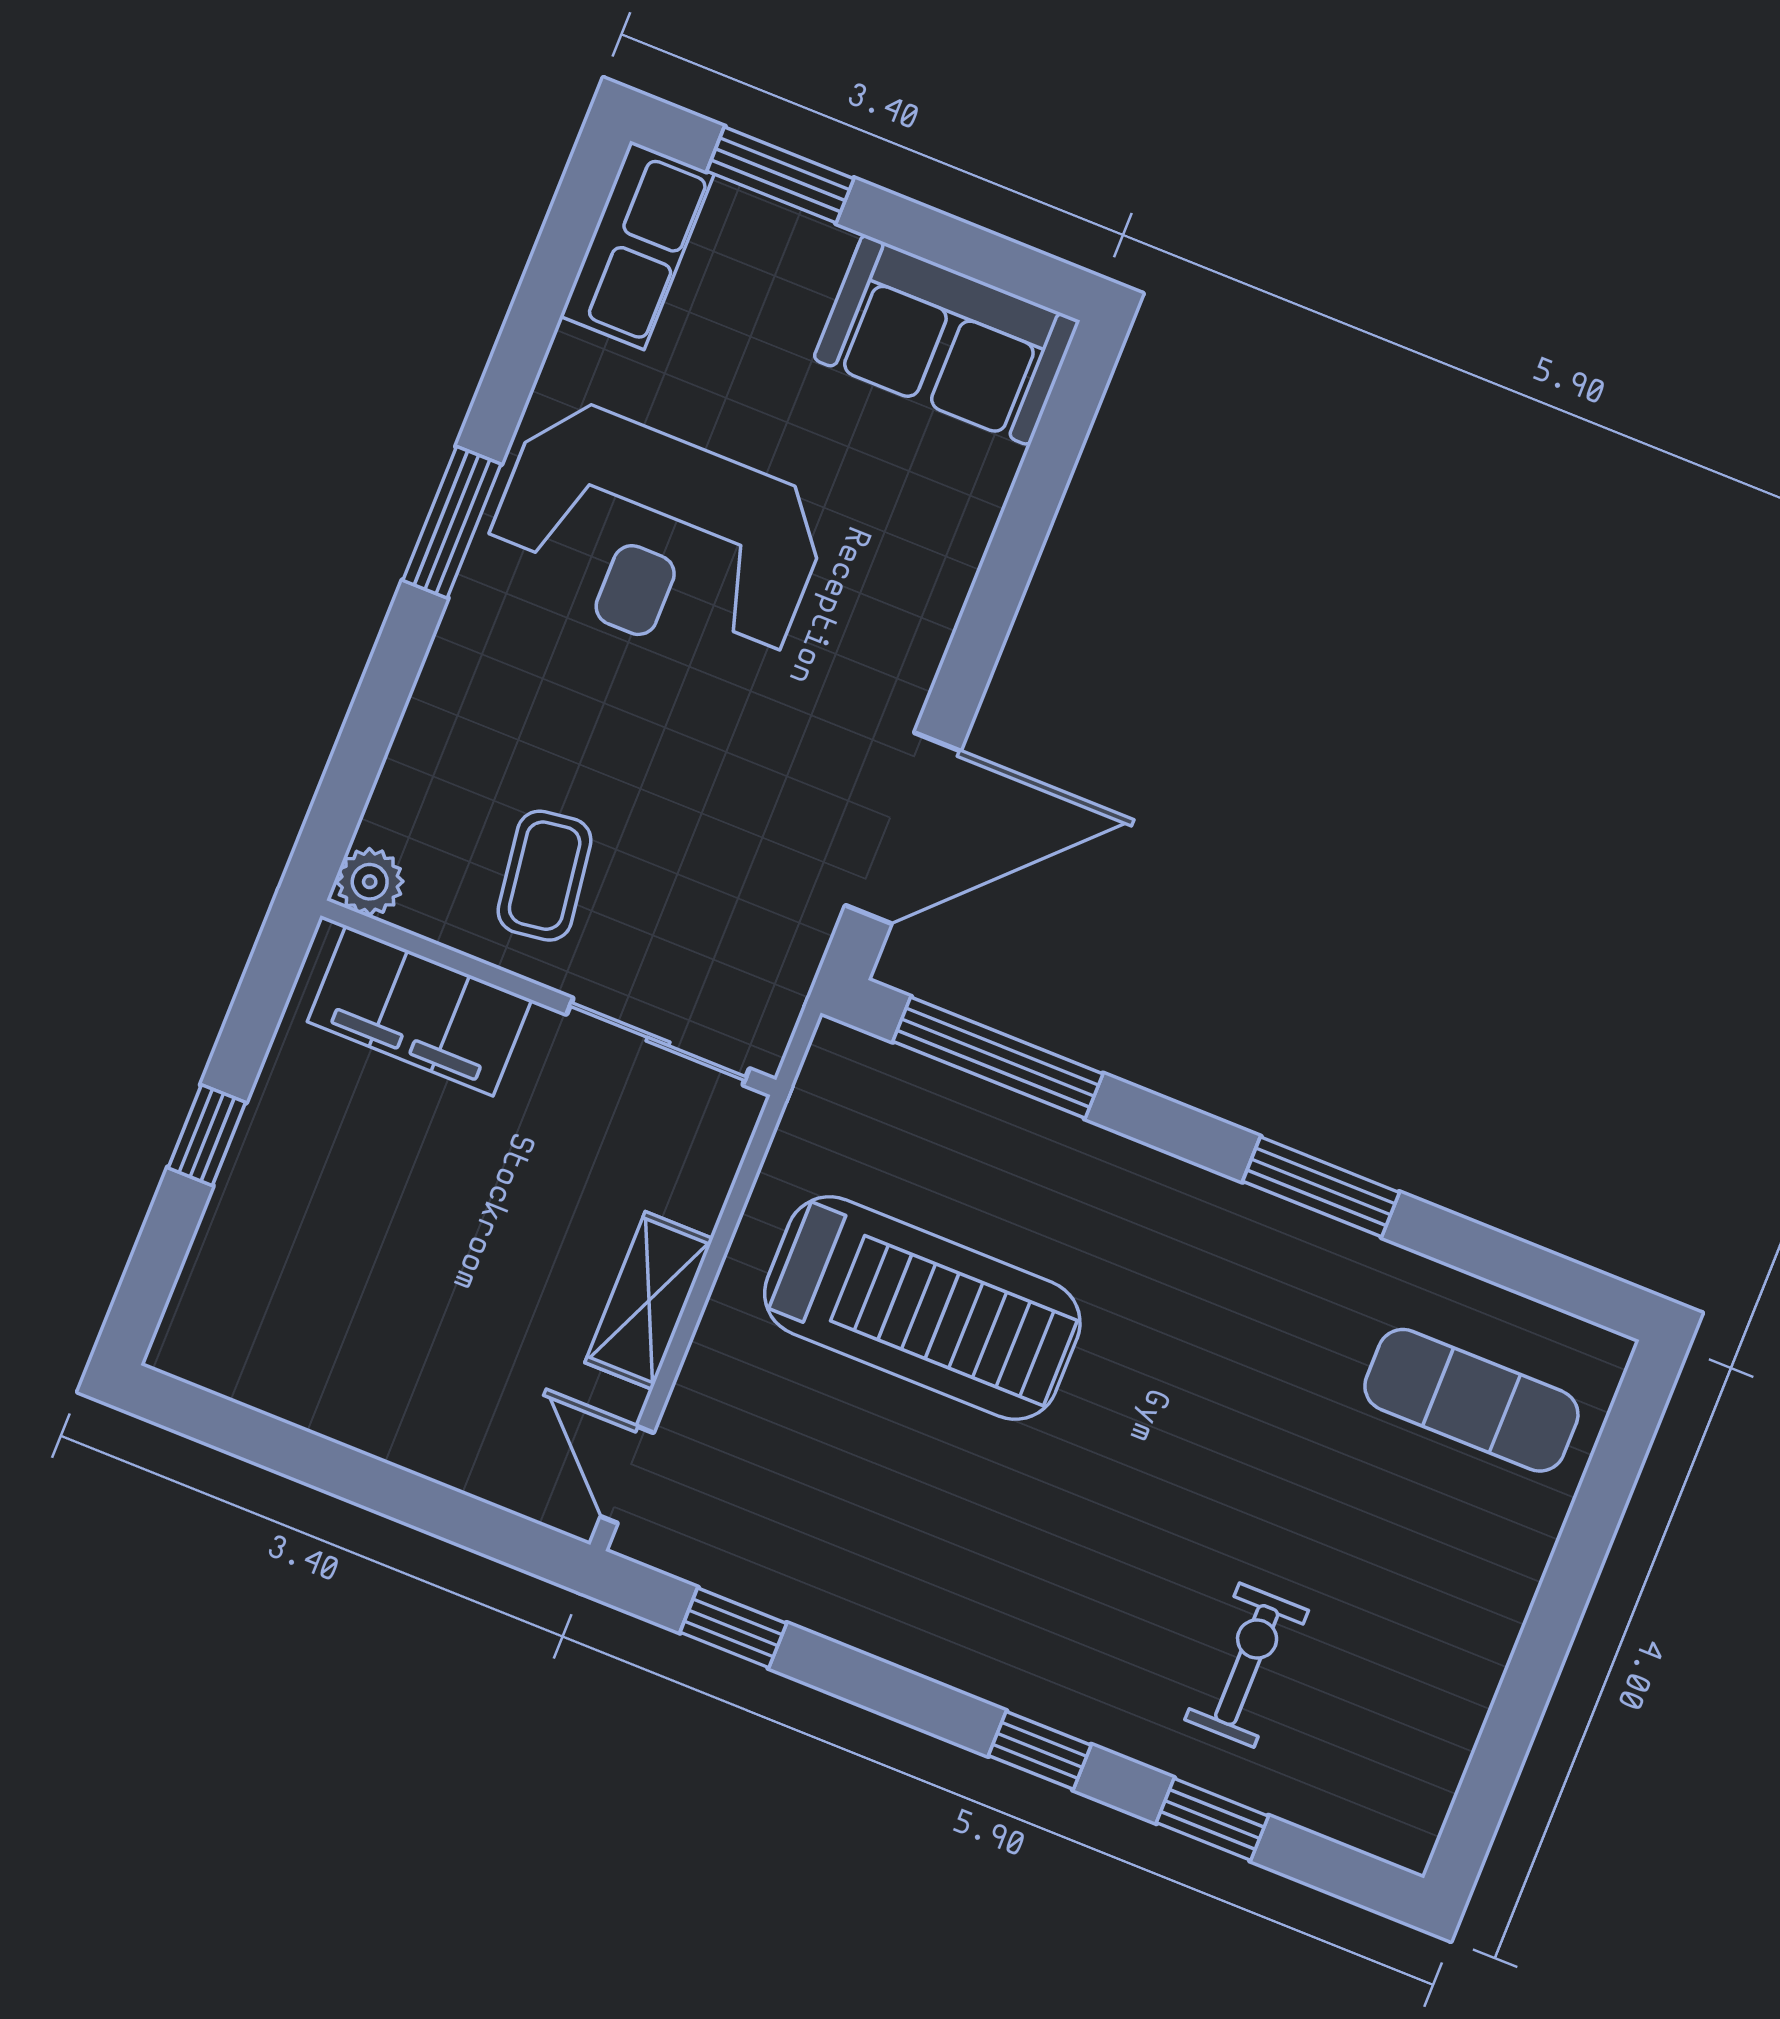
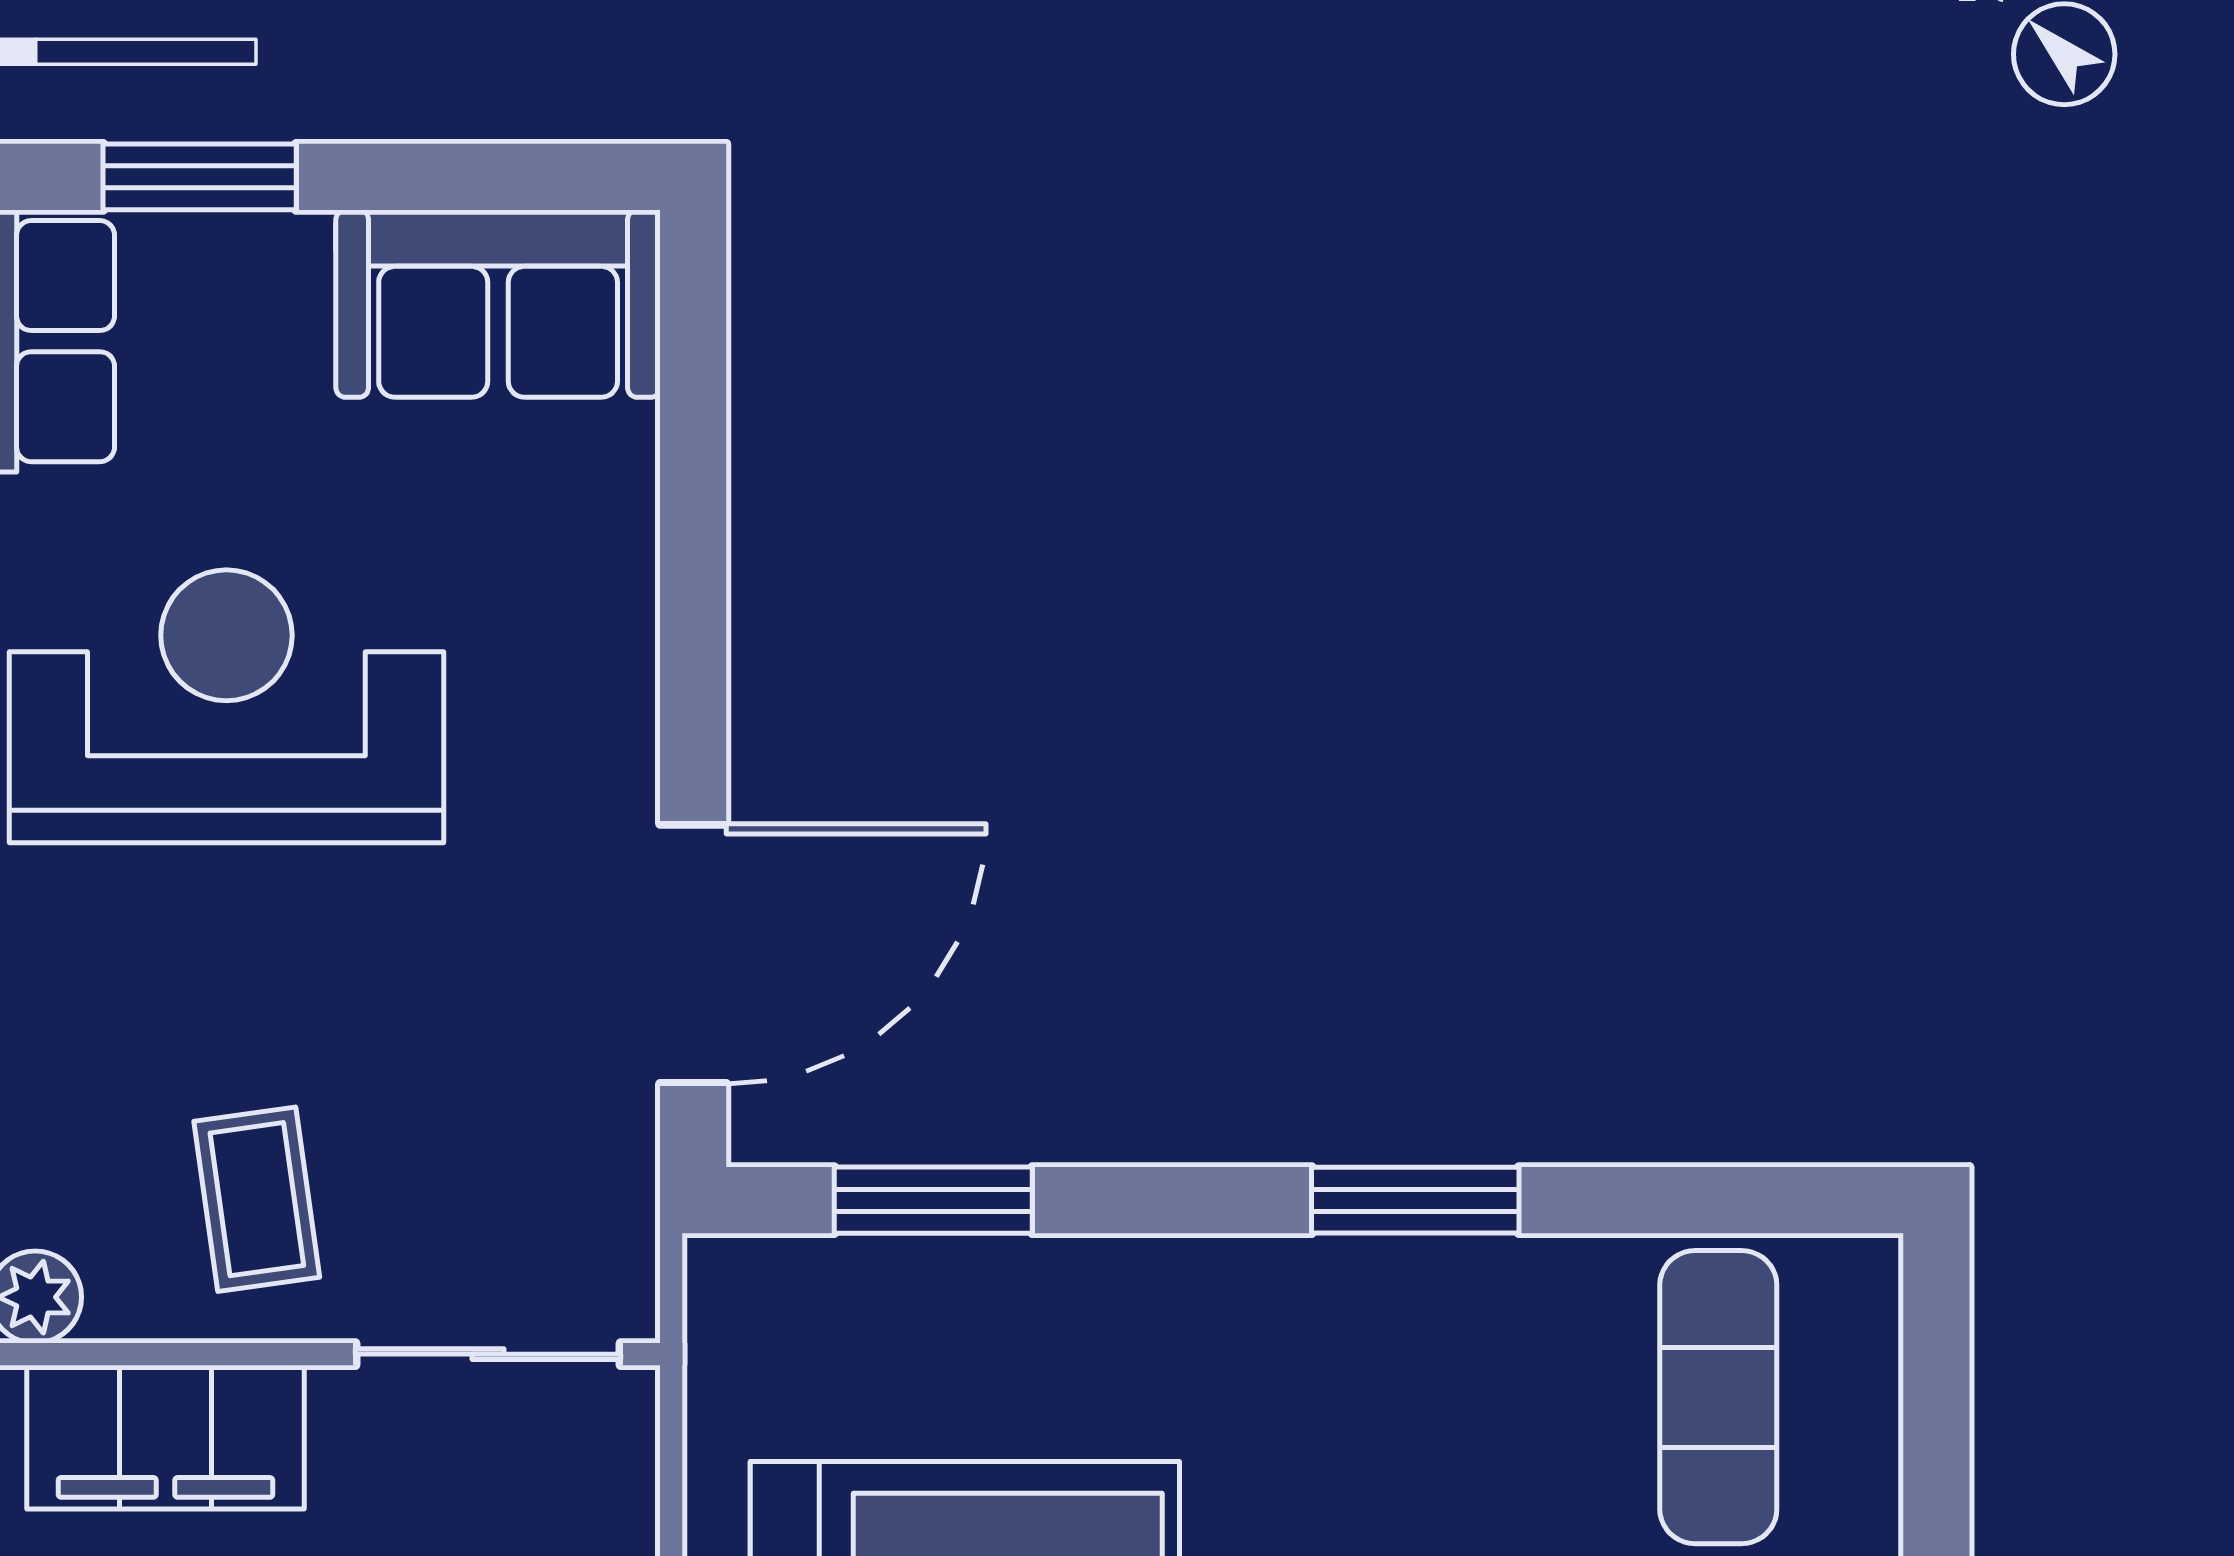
reception desk: (656, 537) -> (226, 706), turned 180
window: (998, 1058) -> (933, 1200), width x0.69
exercise mat: (1471, 1400) -> (1718, 1397), turned 90

